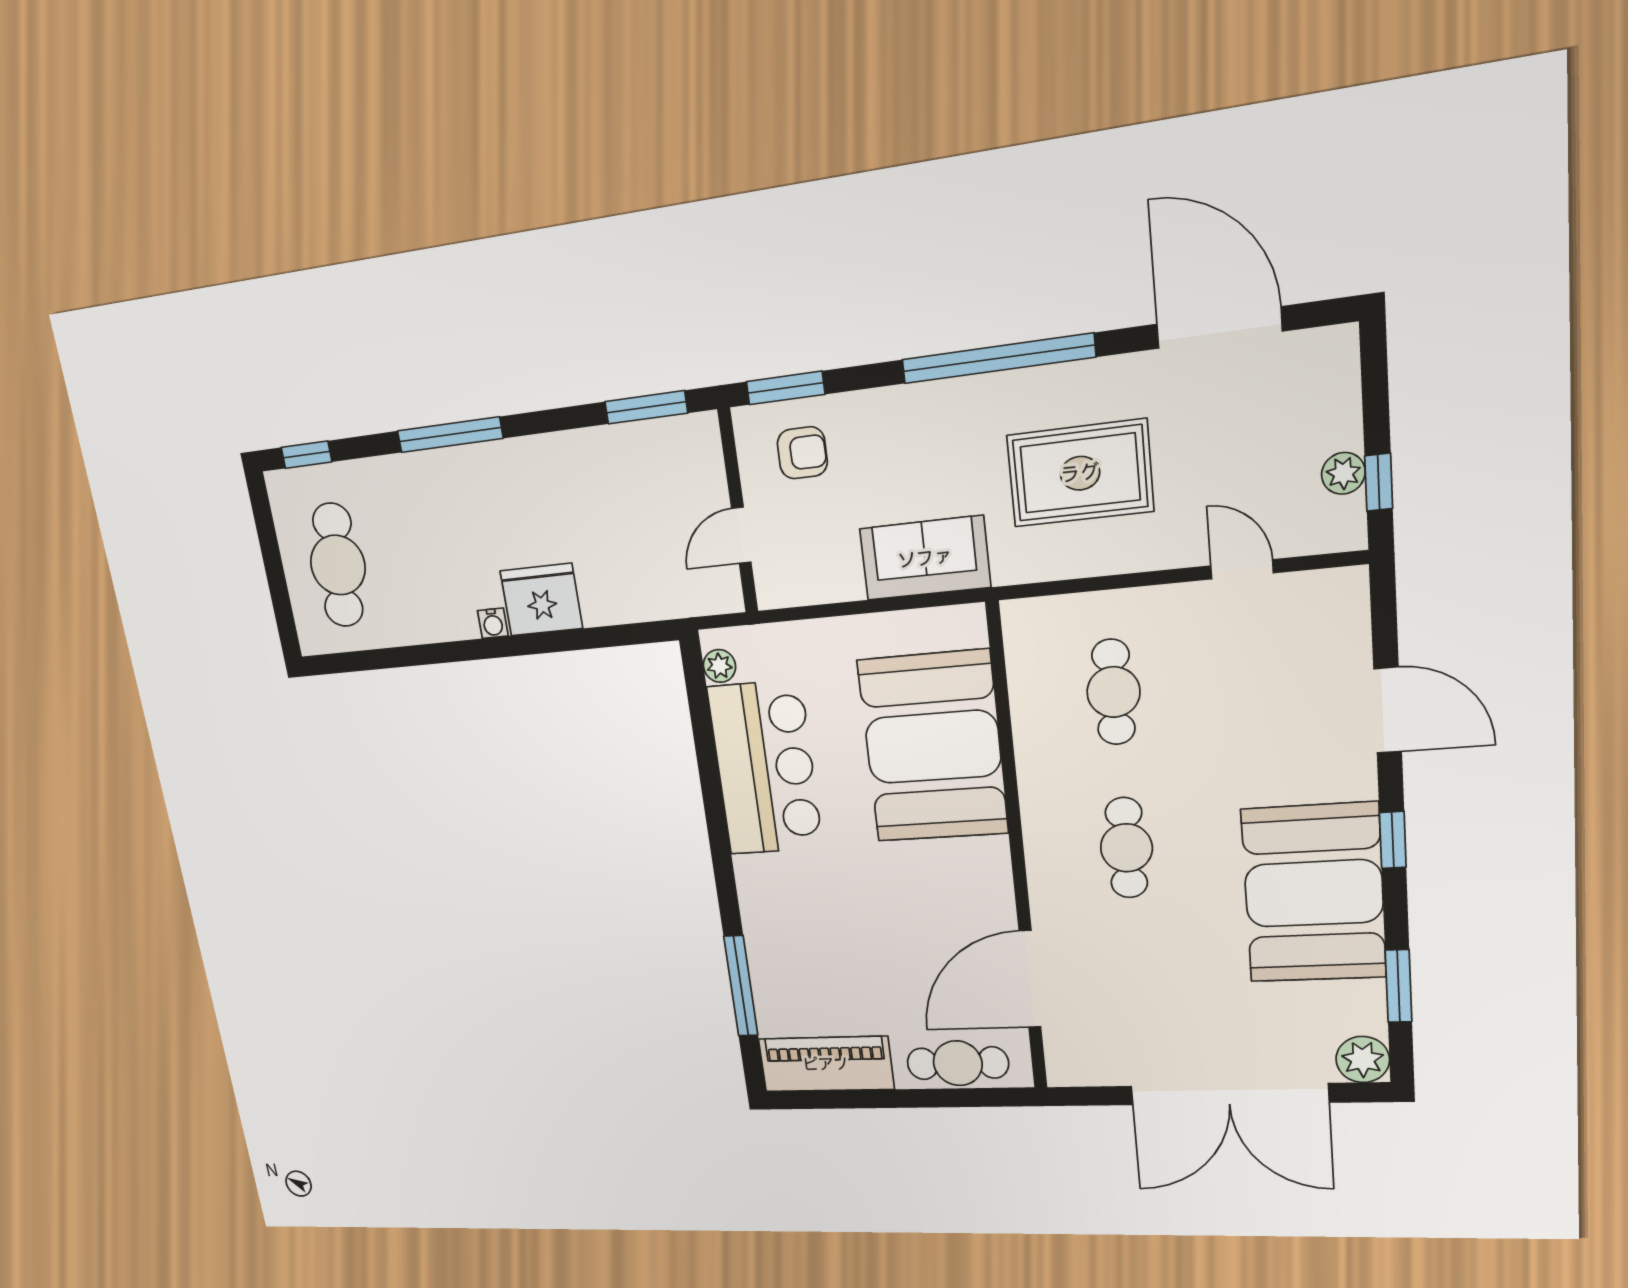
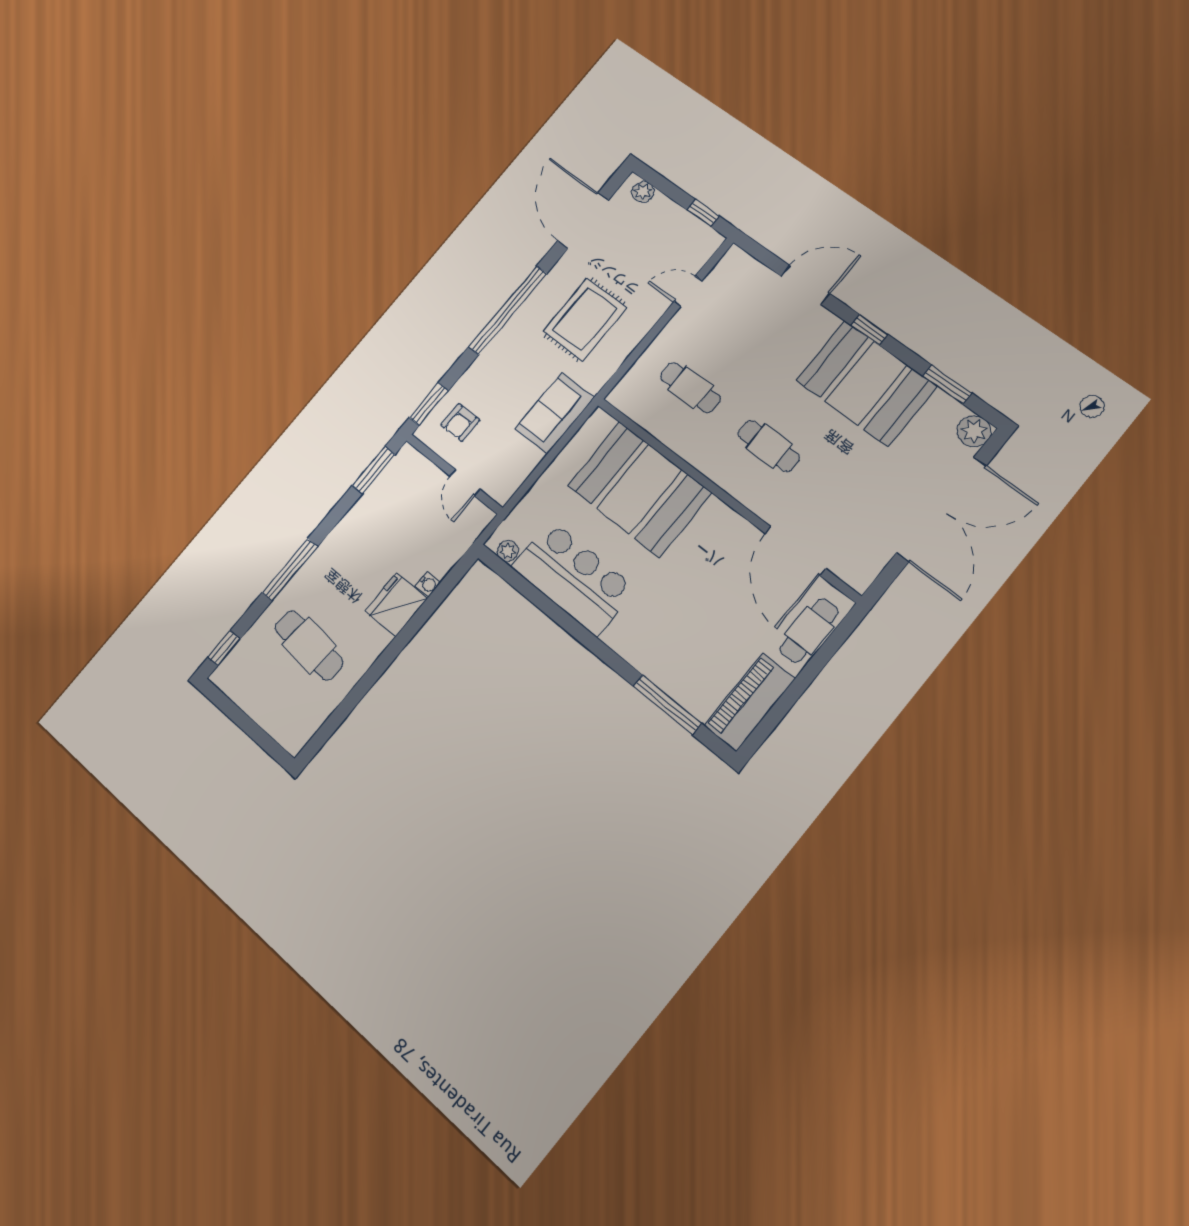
door: (1219, 328) -> (583, 220), hinge flipped
armchair: (802, 453) -> (460, 422), turned 180
plant: (1343, 473) -> (643, 192), moved
cafe table: (338, 565) -> (309, 645), moved
water cooler: (493, 623) -> (428, 584), moved

